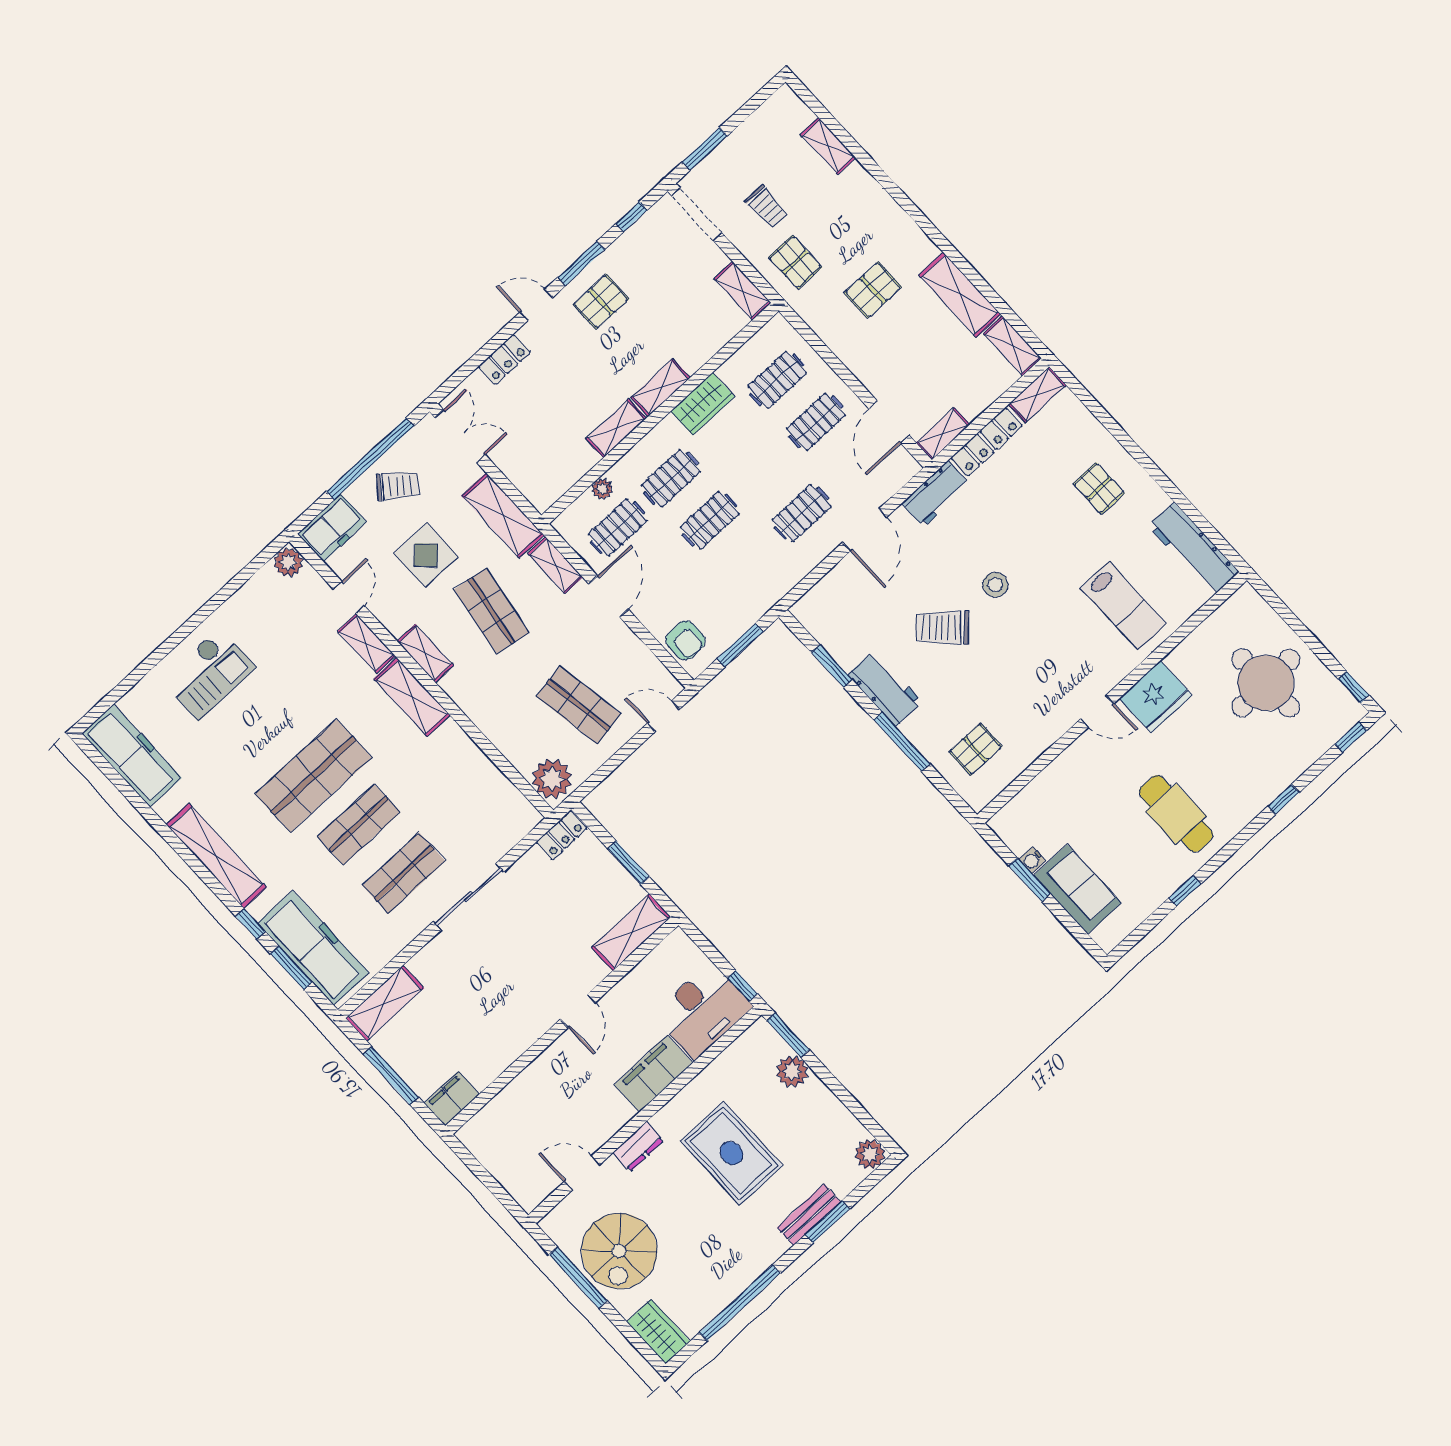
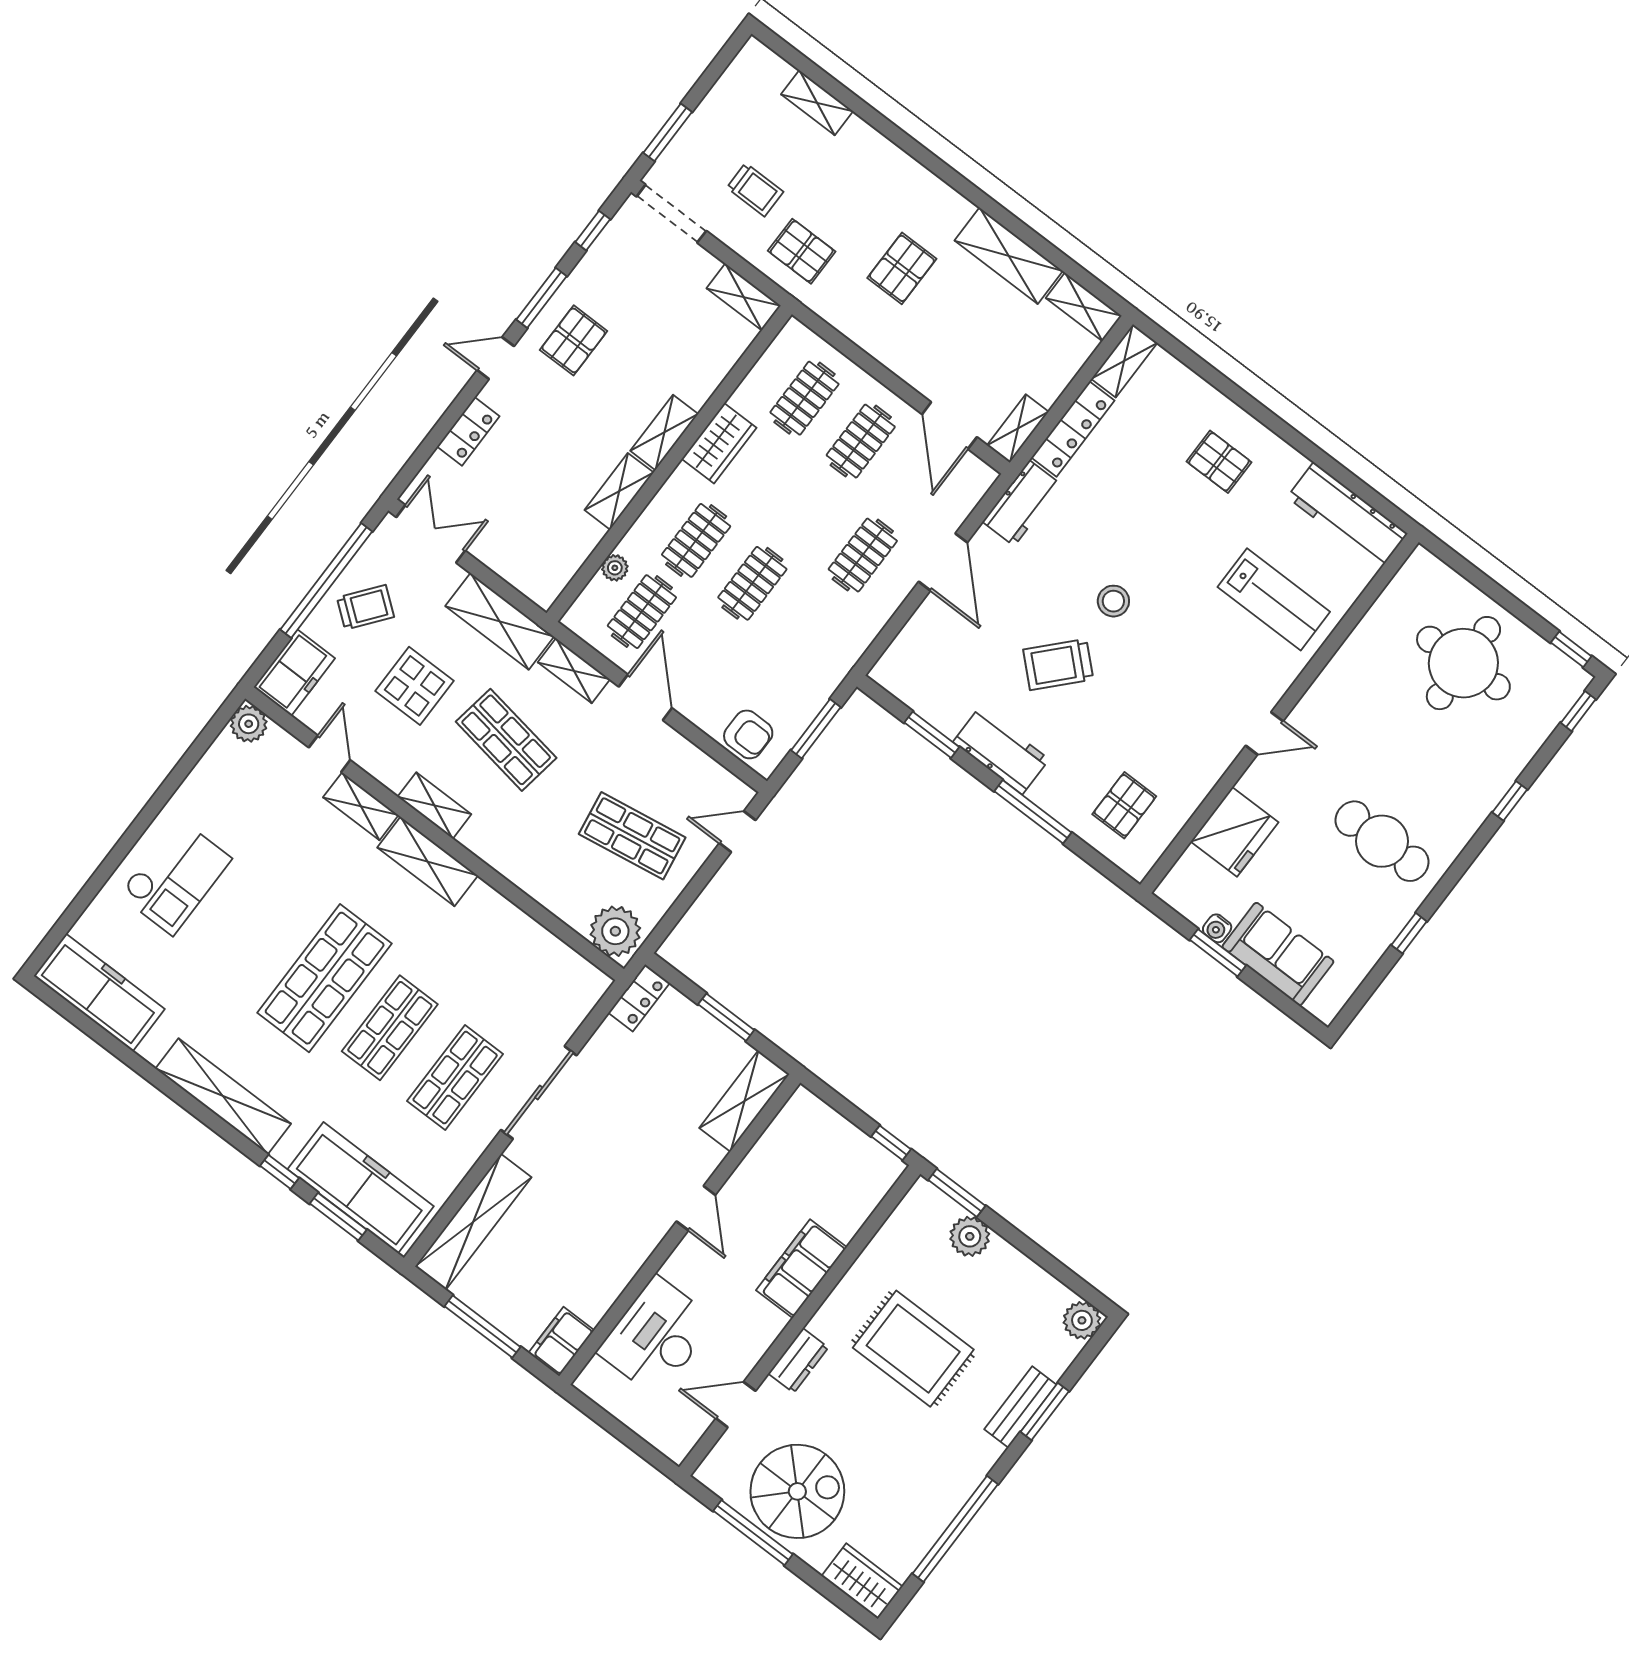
fridge: (1156, 697) -> (1235, 832), moved
shelving: (385, 1003) -> (473, 1222), width x1.47
desk: (703, 1011) -> (656, 1336), moved, turned 180
spiral stairs: (619, 1251) -> (797, 1491), turned -90

